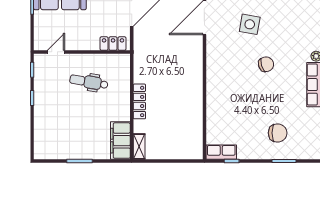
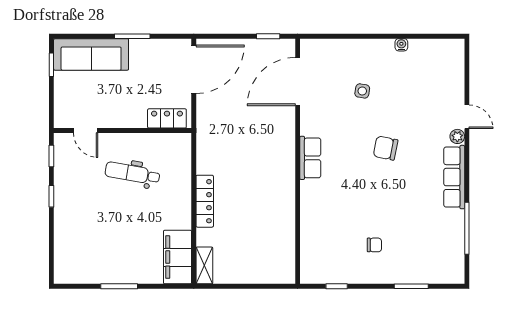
side table: (250, 24) -> (362, 91), width x0.54, depth x0.54
door: (56, 52) -> (86, 130), swing flipped
chair: (266, 64) -> (386, 148), turned -152
chair: (278, 133) -> (374, 245), moved, width x0.54, depth x0.54
row of seats: (221, 152) -> (310, 158), moved, turned 90

